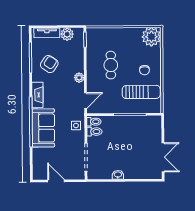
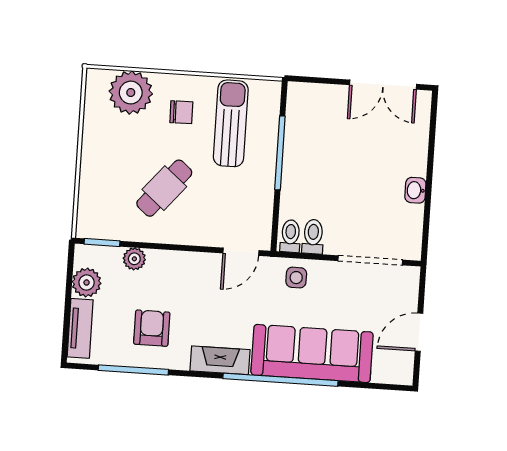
plant: (151, 37) -> (131, 93), moved
armchair: (49, 64) -> (152, 328), turned 56
cafe table: (111, 65) -> (164, 188), turned -50
plant: (79, 78) -> (134, 259), moved
door: (85, 101) -> (241, 252), swing flipped
sofa: (43, 128) -> (312, 353), width x1.36
double door: (163, 157) -> (383, 85), swing flipped

